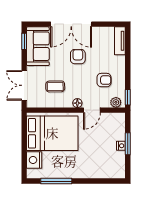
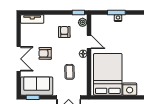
double door: (71, 24) -> (19, 59), width x0.73

